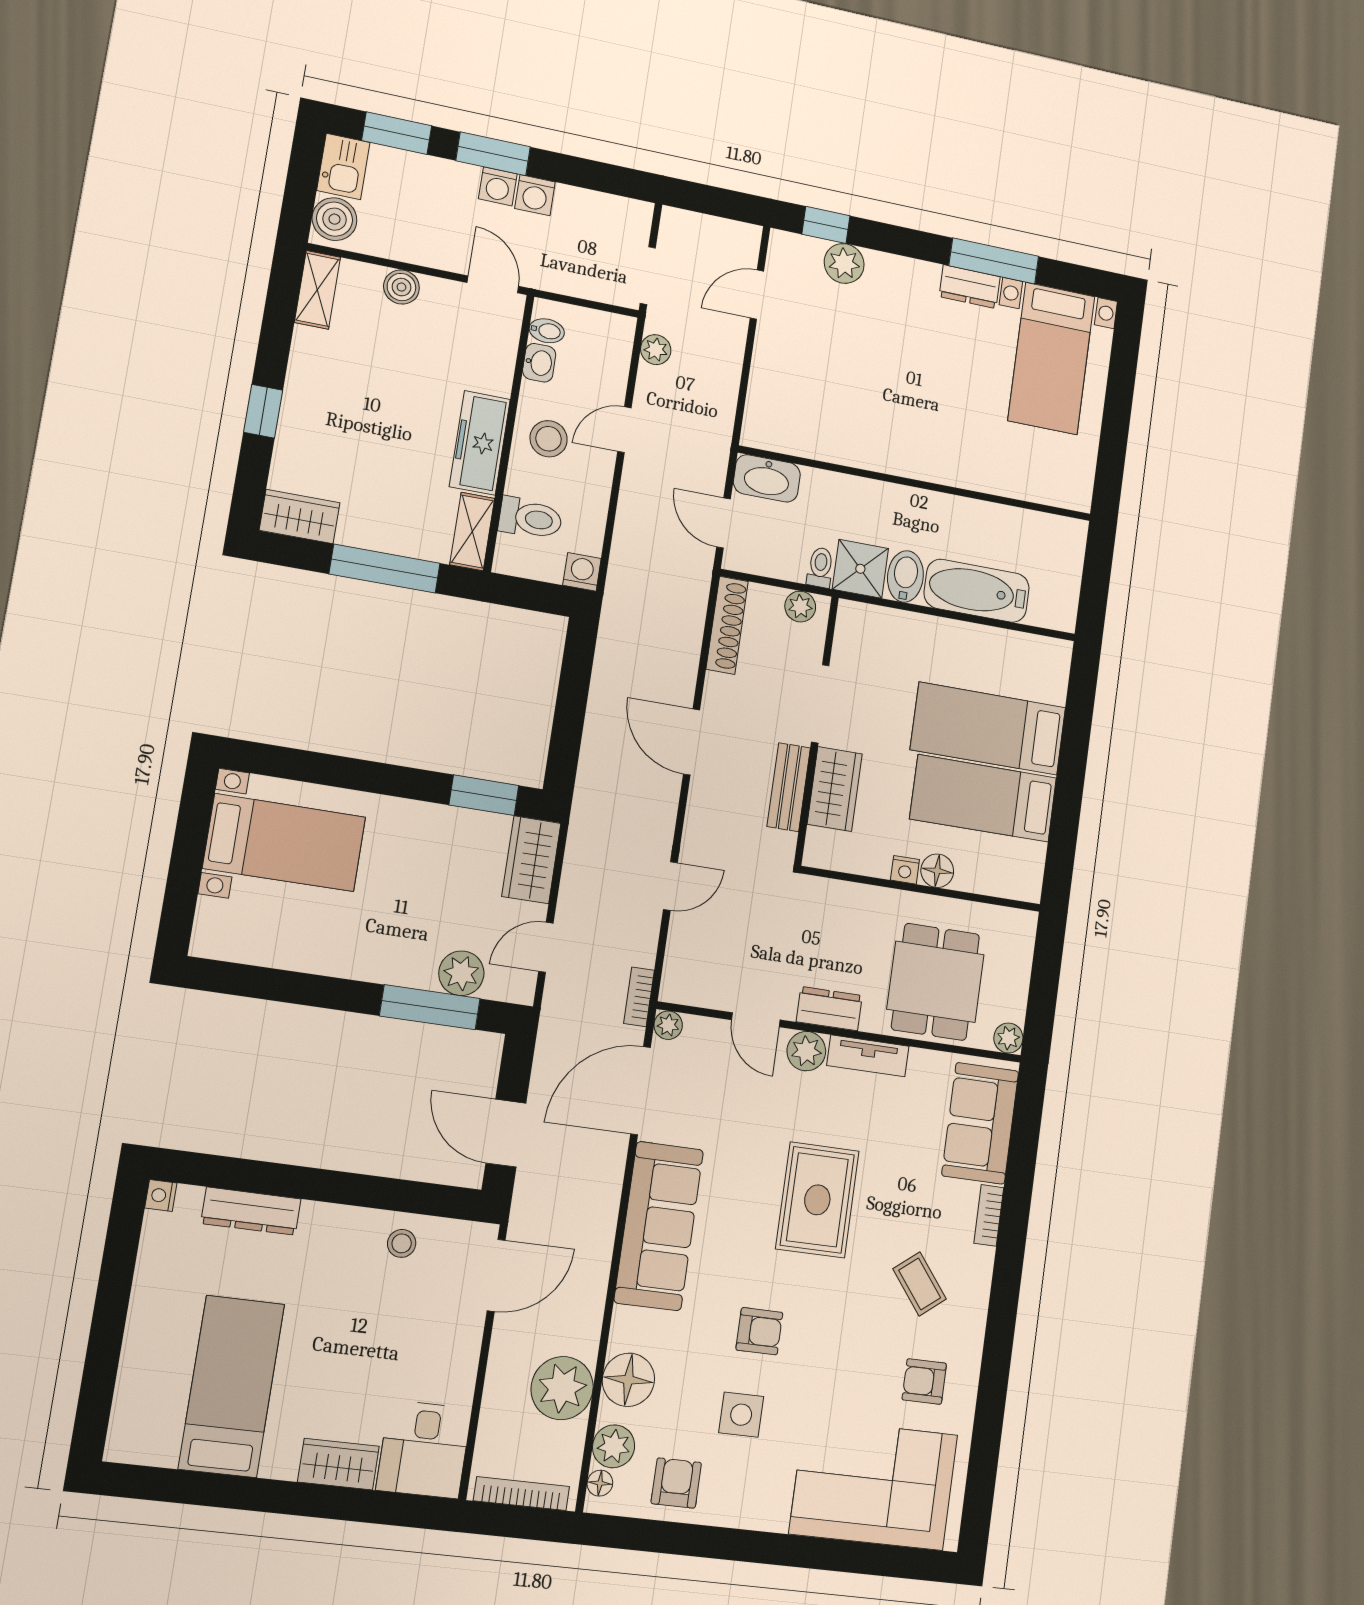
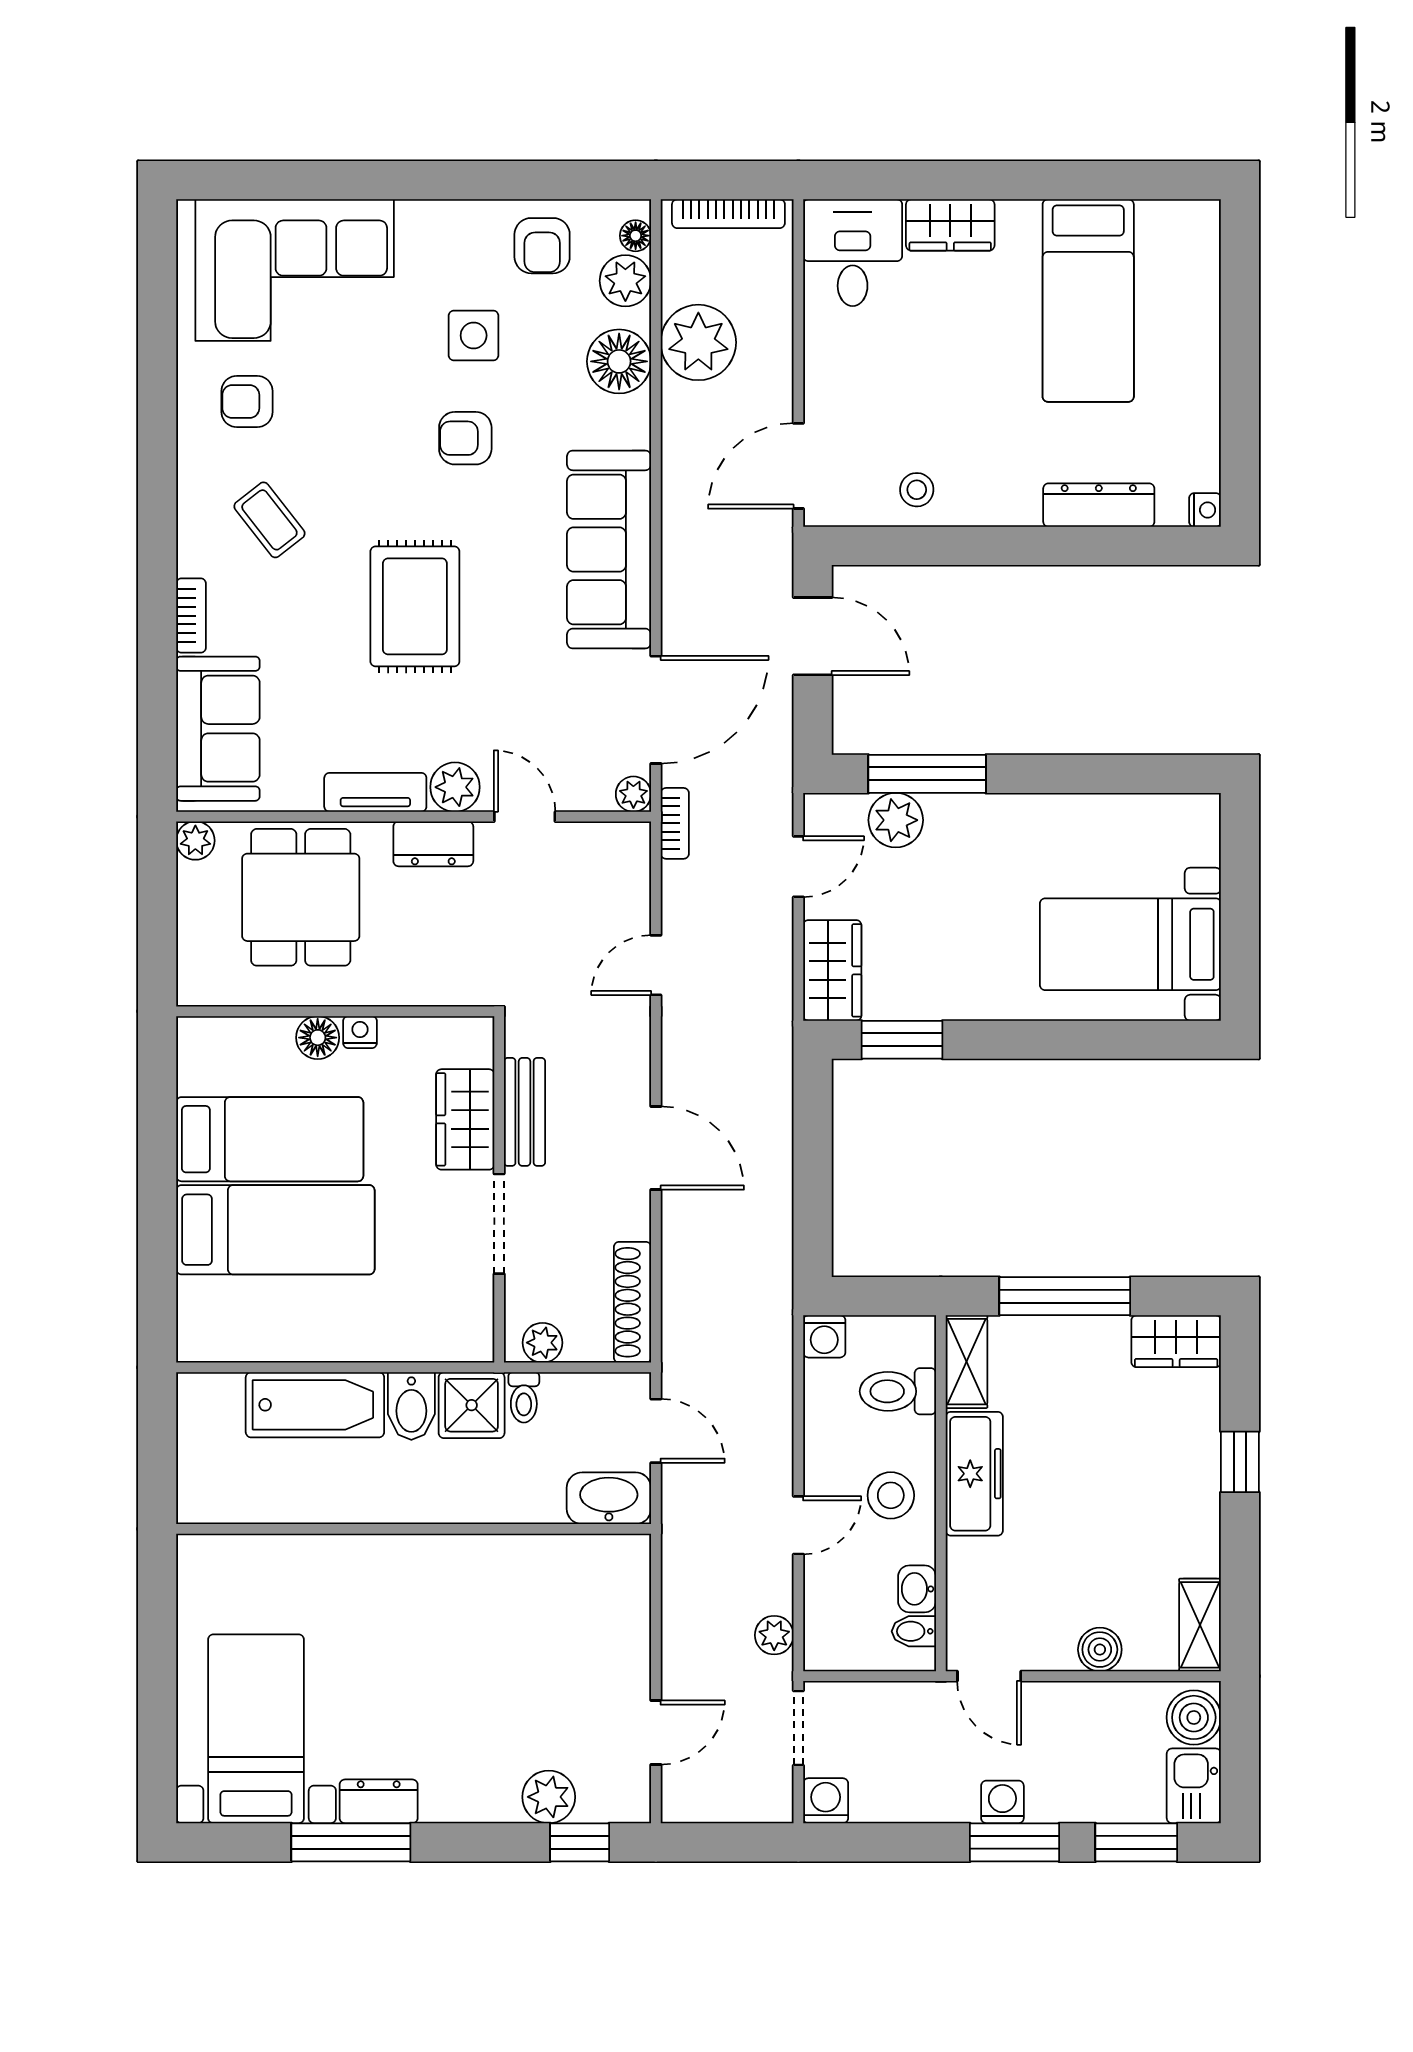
washing machine: (535, 195) -> (826, 1801), moved
armchair: (924, 1381) -> (247, 401), turned 180

